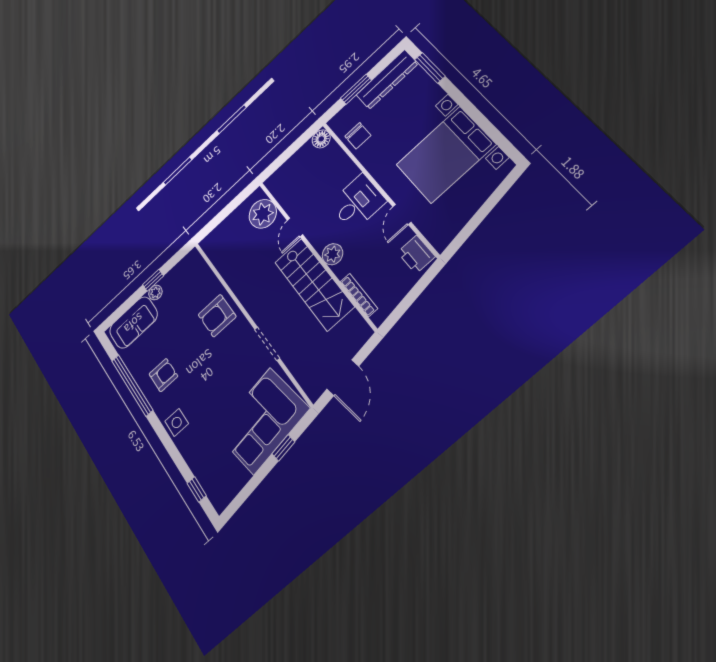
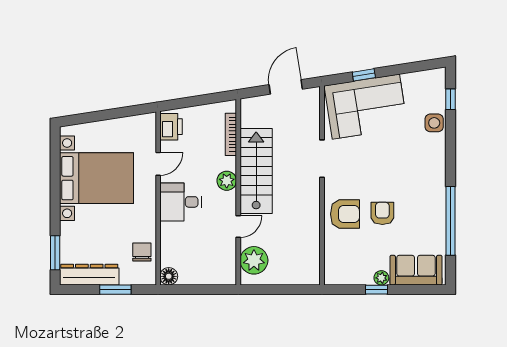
armchair: (163, 375) -> (382, 213), moved, turned 90
side table: (177, 422) -> (434, 123), moved

